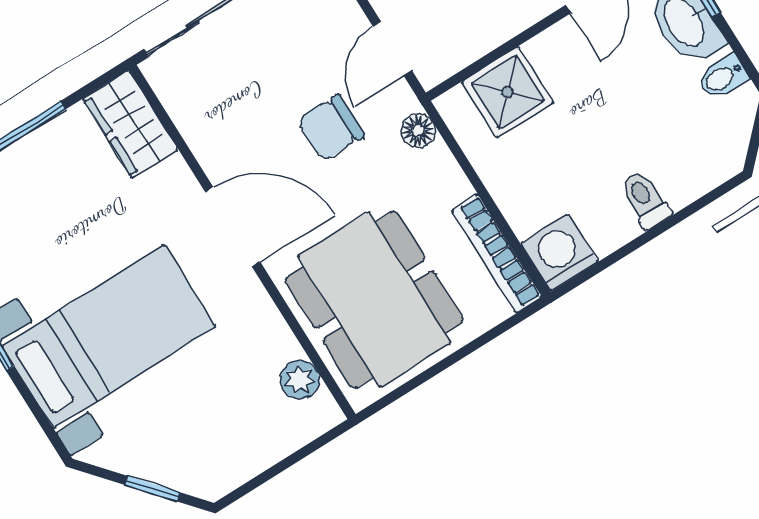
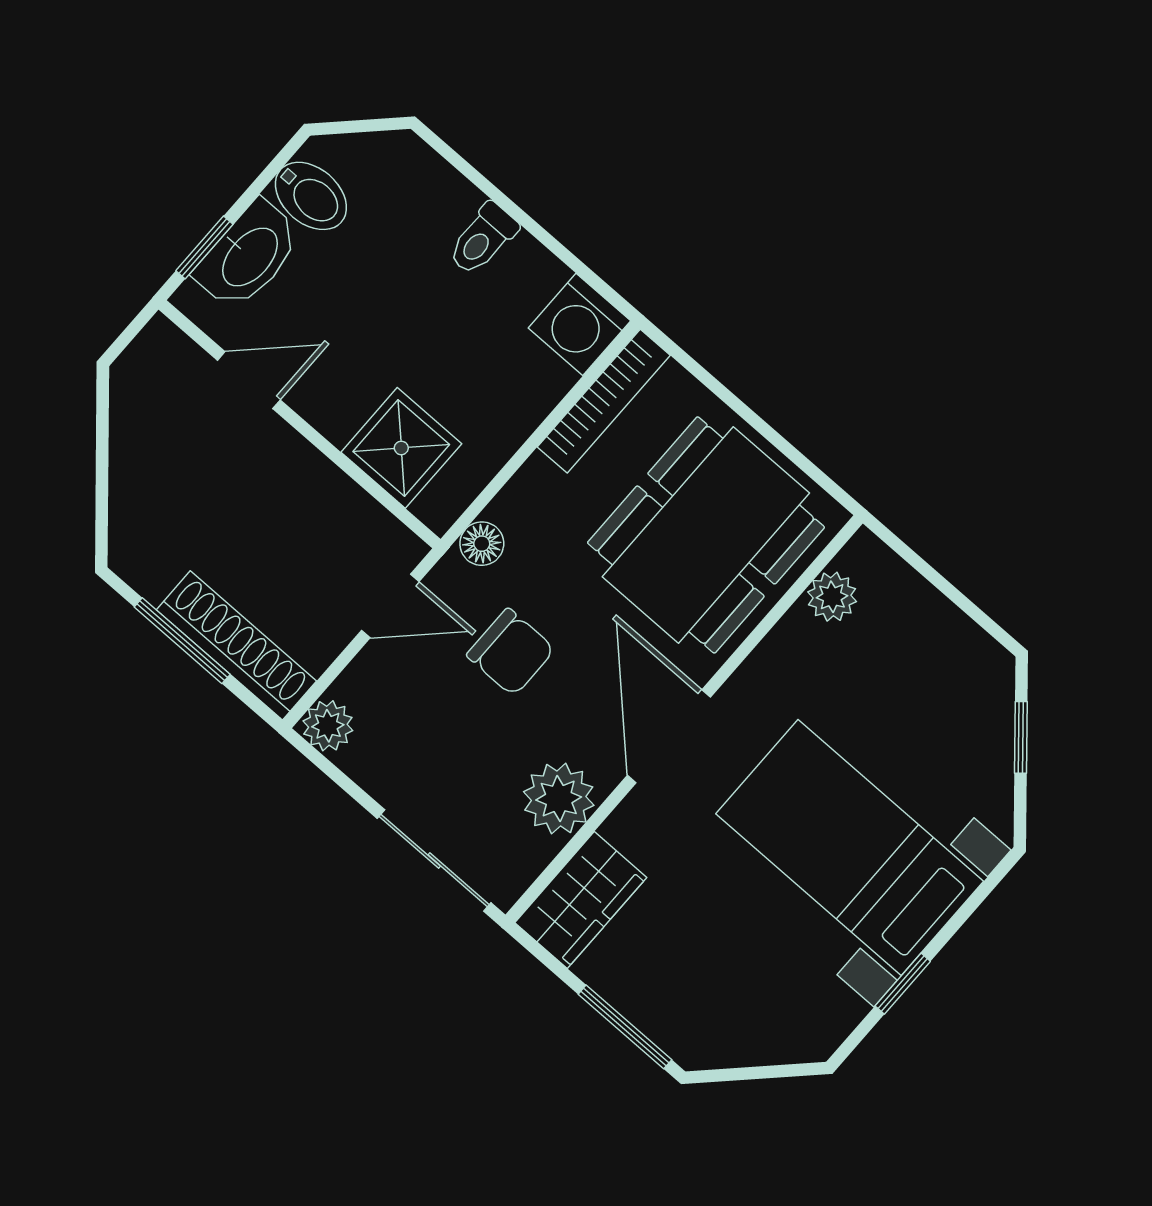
bidet: (723, 77) -> (311, 196), width x1.38, depth x1.36
plant: (211, 131) -> (559, 799), added

